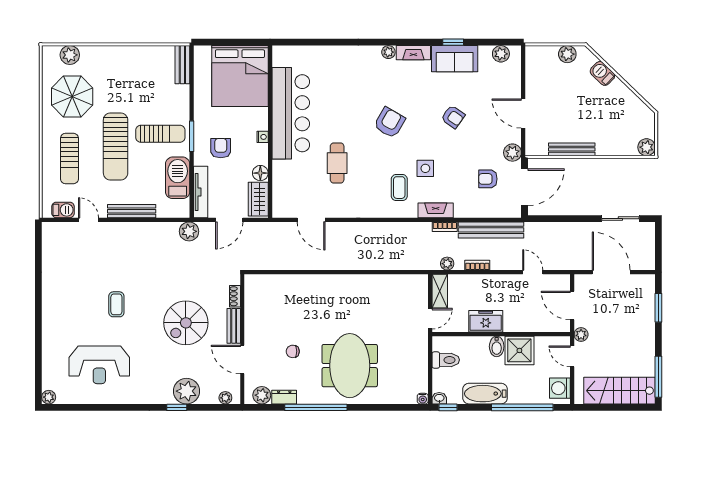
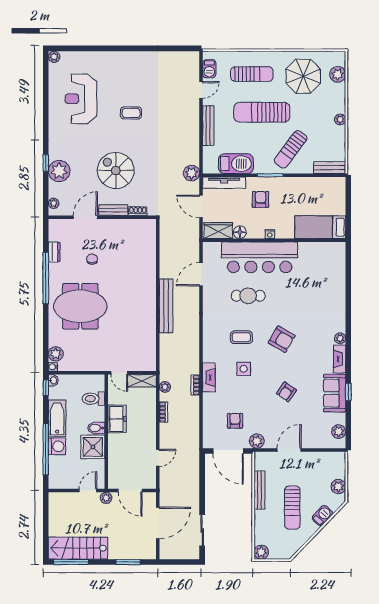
plant: (124, 52) -> (340, 119), added
bed: (240, 76) -> (320, 227), width x0.49
sun lounger: (593, 110) -> (292, 508), added
bar counter: (291, 113) -> (260, 257), moved
sun lounger: (160, 134) -> (291, 149), moved, turned 37
armchair: (221, 148) -> (260, 199), turned -90
sun lounger: (69, 159) -> (252, 74), turned 180
coffee table: (399, 188) -> (241, 337), moved
bench: (491, 230) -> (166, 306), moved
door: (572, 305) -> (130, 491), swing flipped
toilet: (446, 360) -> (93, 399), moved, turned 90
washing machine: (560, 388) -> (57, 446), moved, turned 90
stairs: (619, 391) -> (78, 548), moved, turned -90
plant: (262, 395) -> (56, 354), moved

